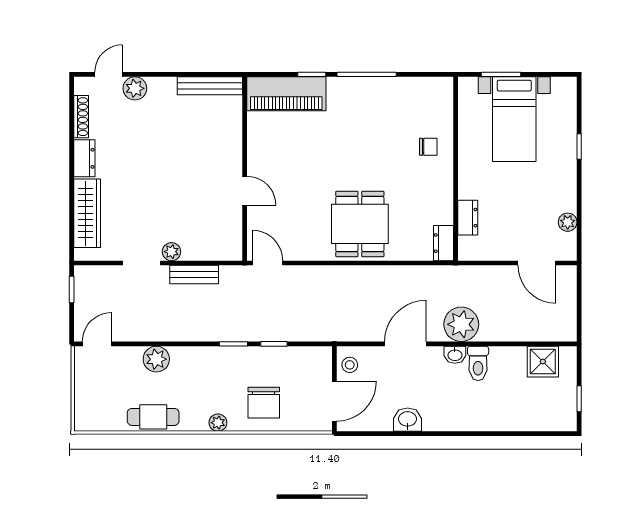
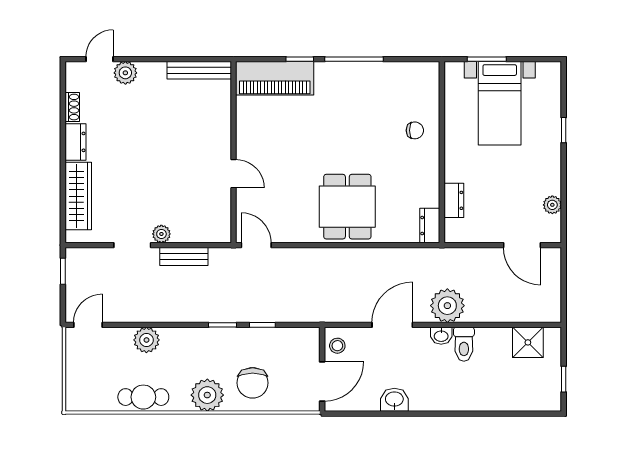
shoe rack: (81, 117) -> (72, 107), width x0.70
plant: (218, 423) -> (207, 395), width x1.88, depth x1.88

